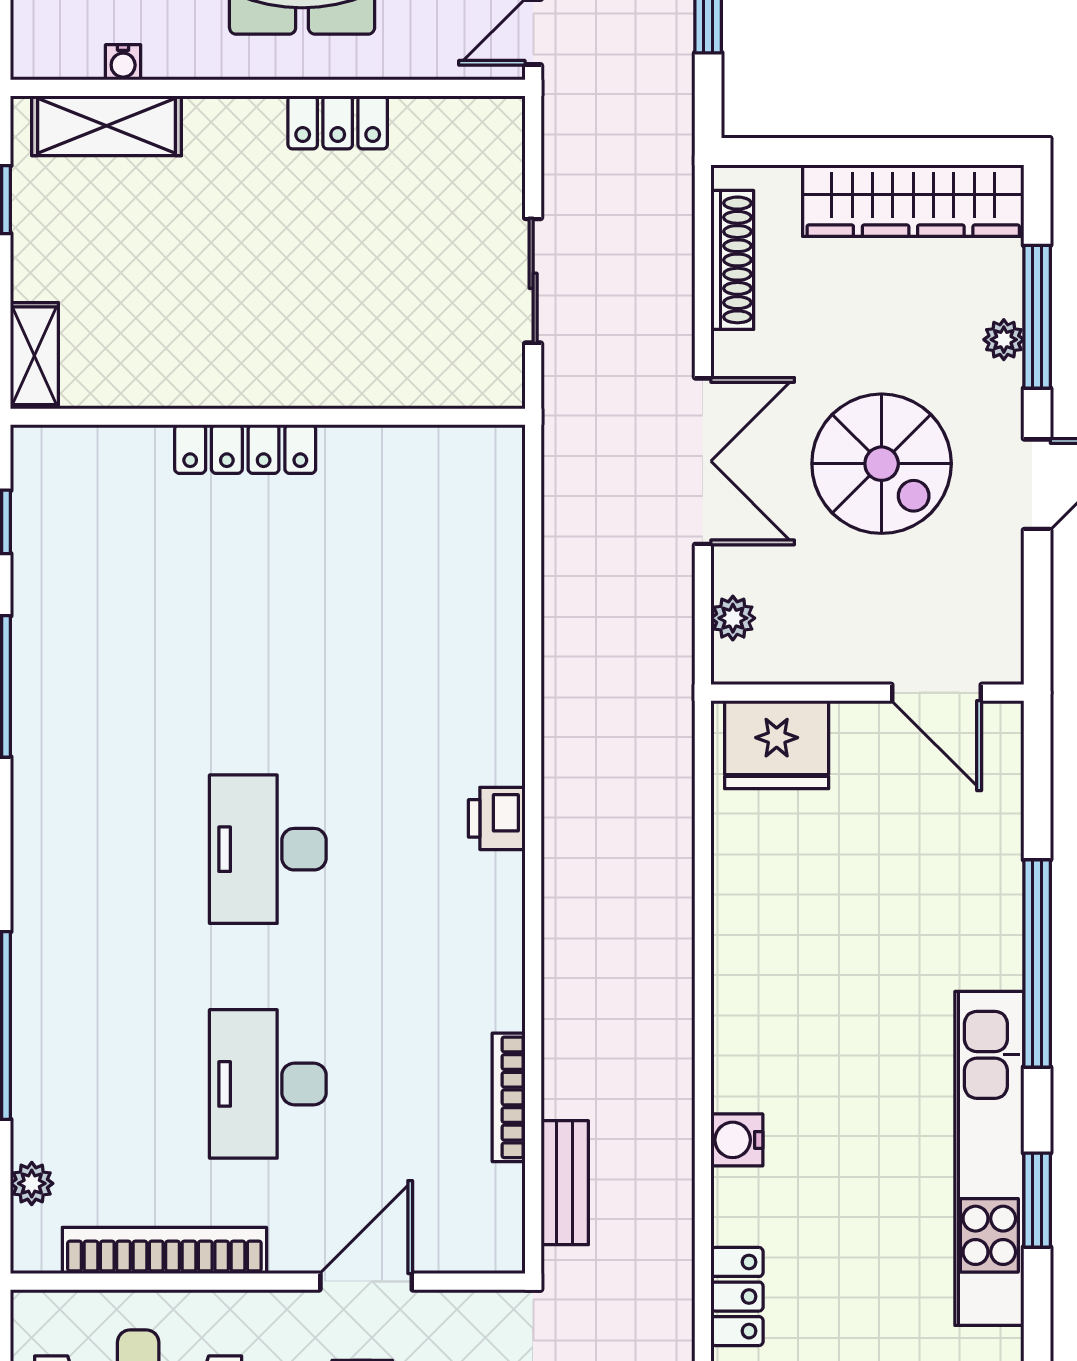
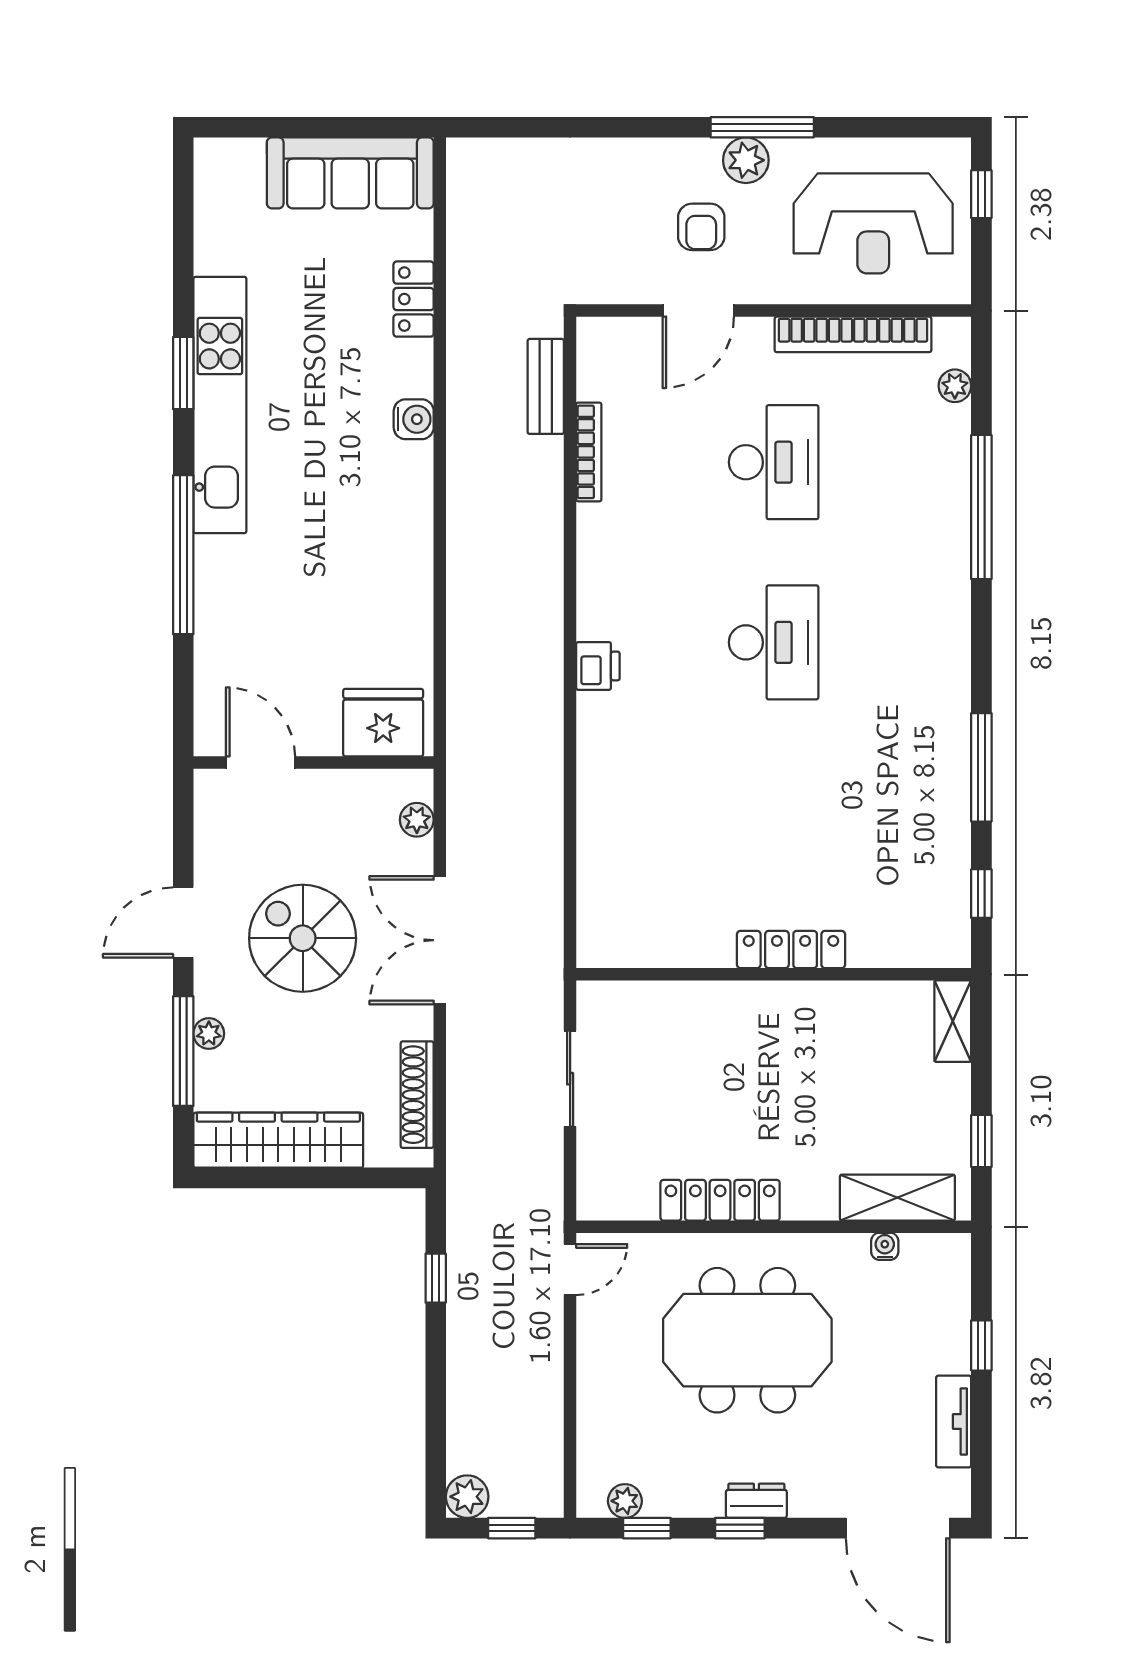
locker: (338, 122) -> (720, 1200), width x1.53

